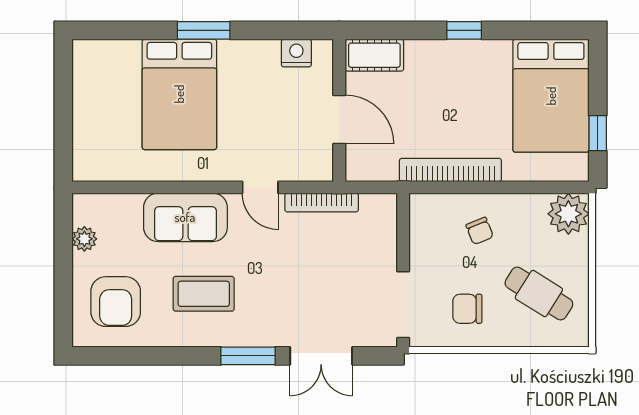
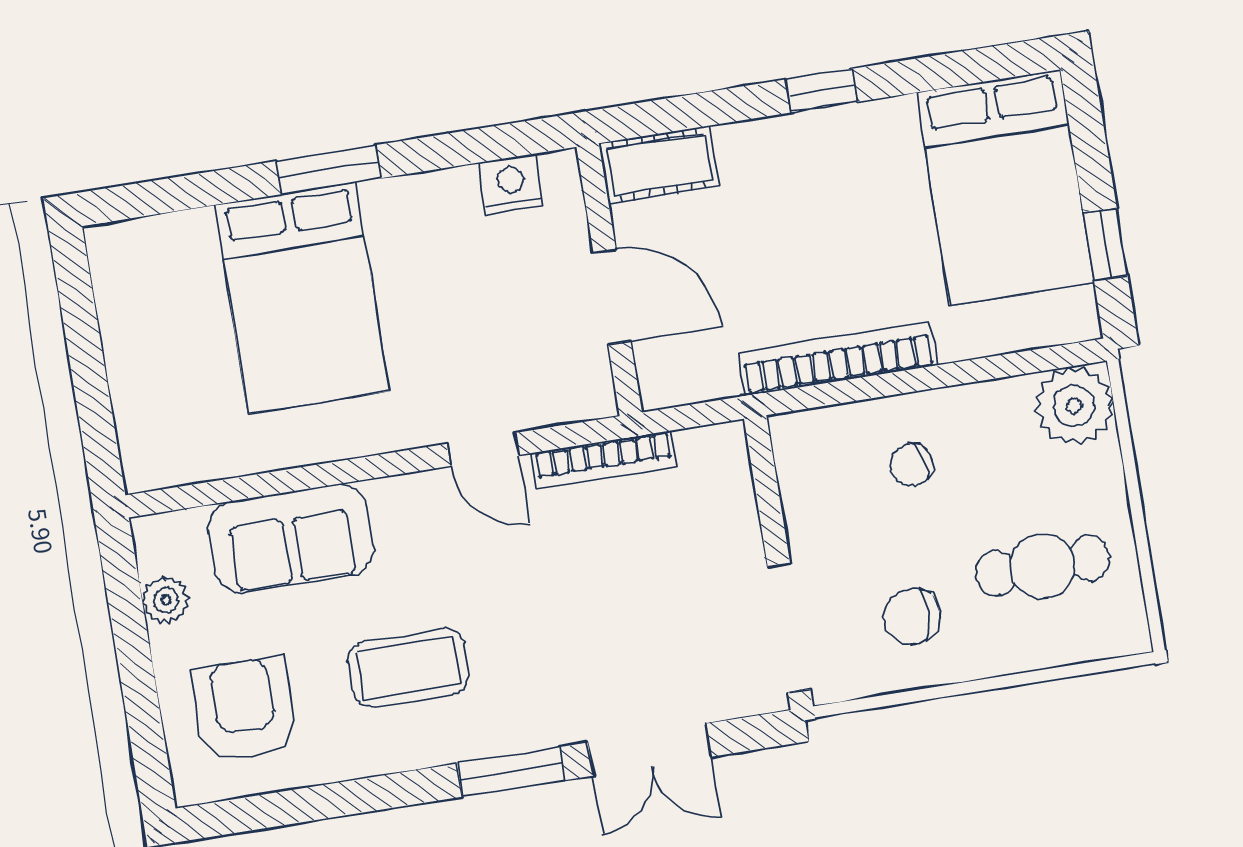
sofa: (185, 217) -> (291, 538), moved
chair: (480, 231) -> (911, 465), turned 91
cafe table: (539, 294) -> (1043, 566), turned -32
armchair: (116, 302) -> (244, 709), turned 180

